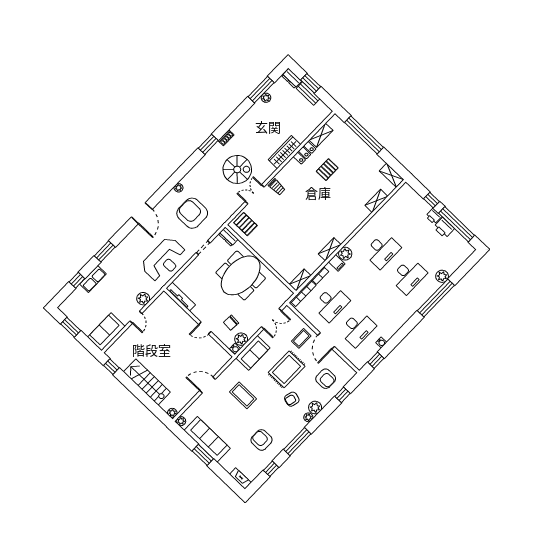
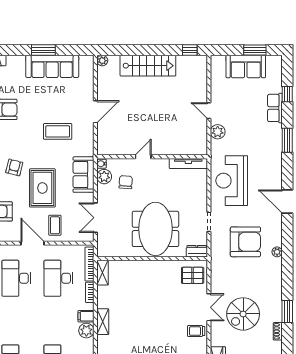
sofa: (106, 332) -> (246, 67), moved, turned 90
plant: (181, 421) -> (88, 61), removed

